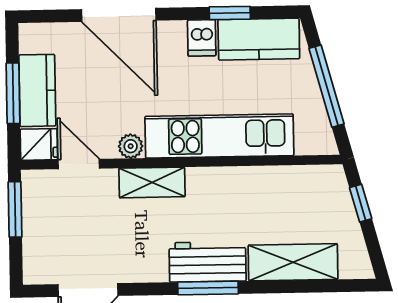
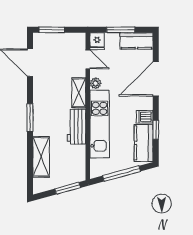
kitchen counter: (37, 90) -> (136, 41), moved
door: (79, 164) -> (88, 59), hinge flipped
window: (361, 203) -> (68, 188), width x1.50
window: (15, 209) -> (52, 30), moved
workbench: (208, 262) -> (77, 127), moved, turned 180

